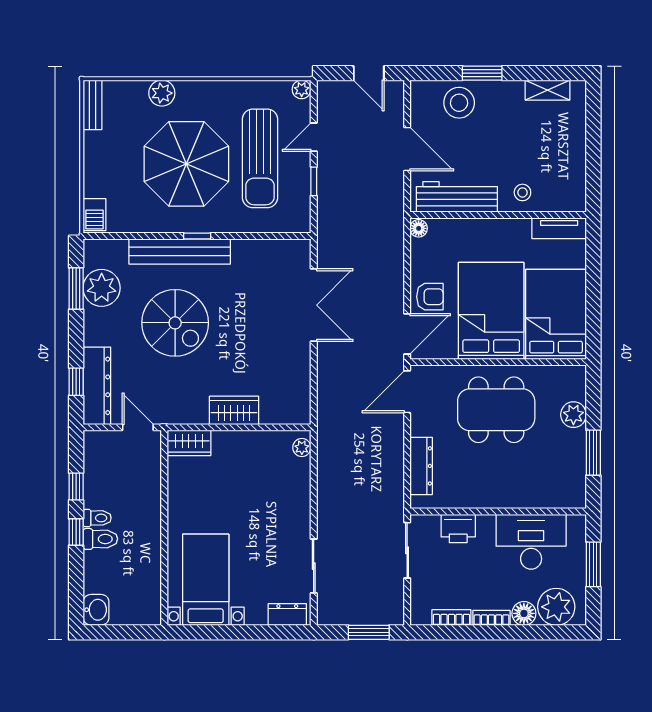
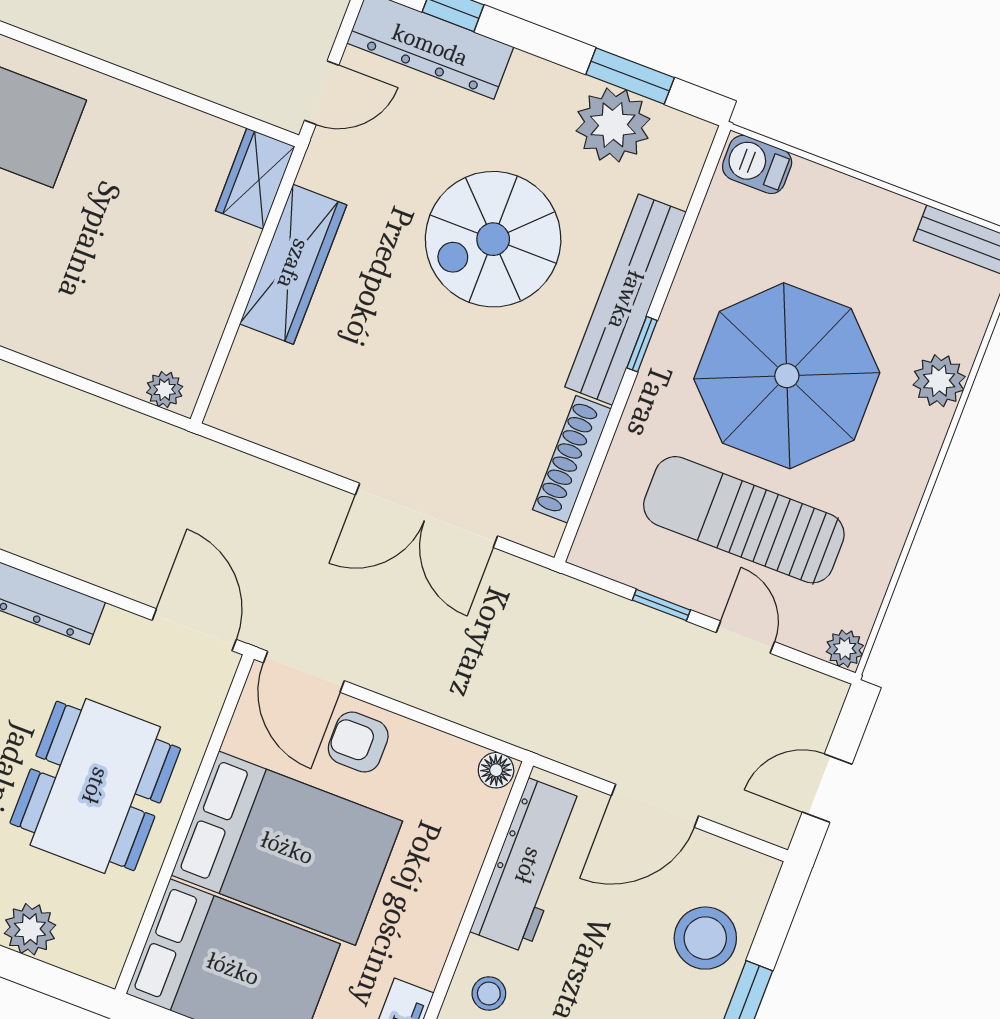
shoe rack: (262, 248) -> (572, 459), added
armchair: (430, 297) -> (358, 742), turned 90
wardrobe: (234, 410) -> (293, 264), width x1.50

